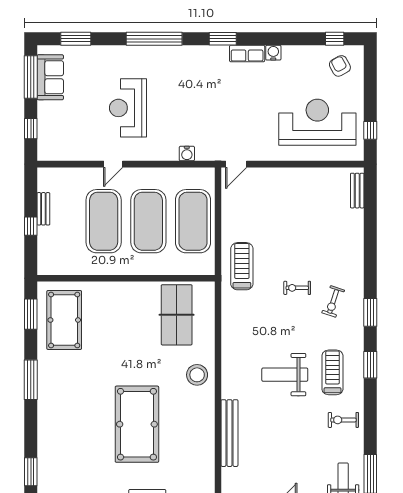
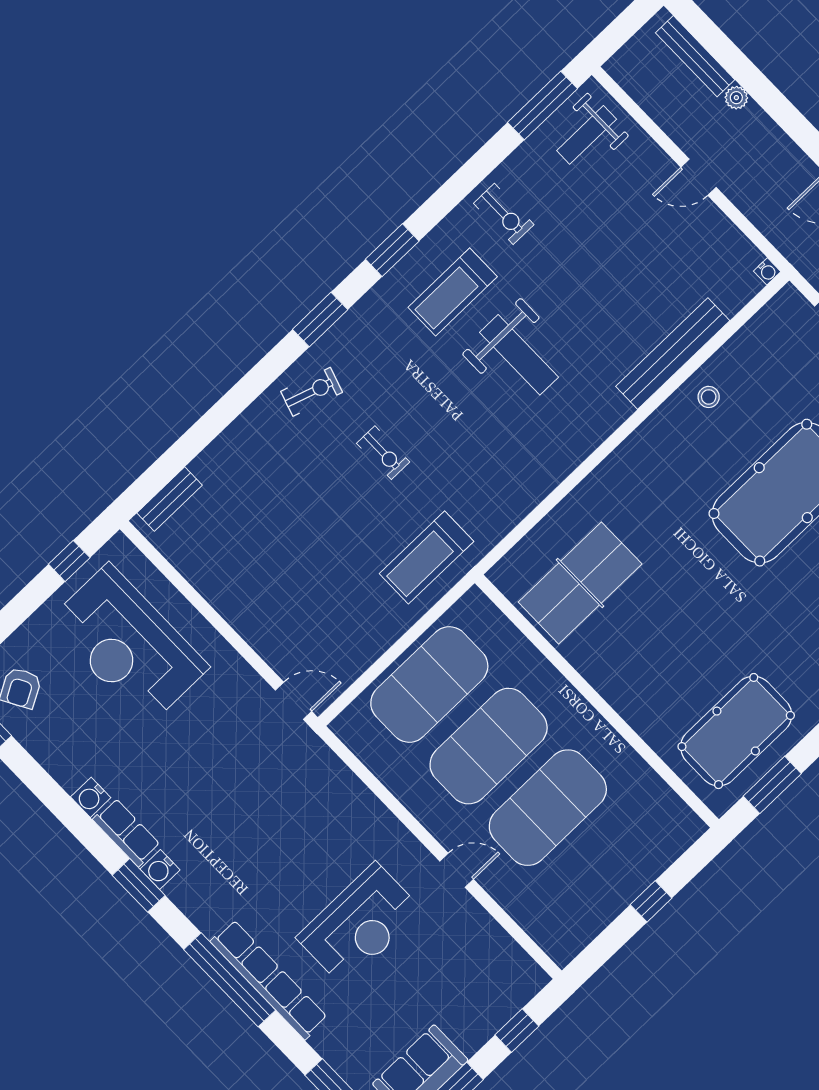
row of seats: (140, 54) -> (269, 980), added
water cooler: (187, 154) -> (160, 870), moved, turned 180
bench: (43, 209) -> (611, 907), removed
exercise bike: (333, 301) -> (312, 392), moved
stool: (197, 375) -> (709, 397), moved, width x0.53, depth x0.53

